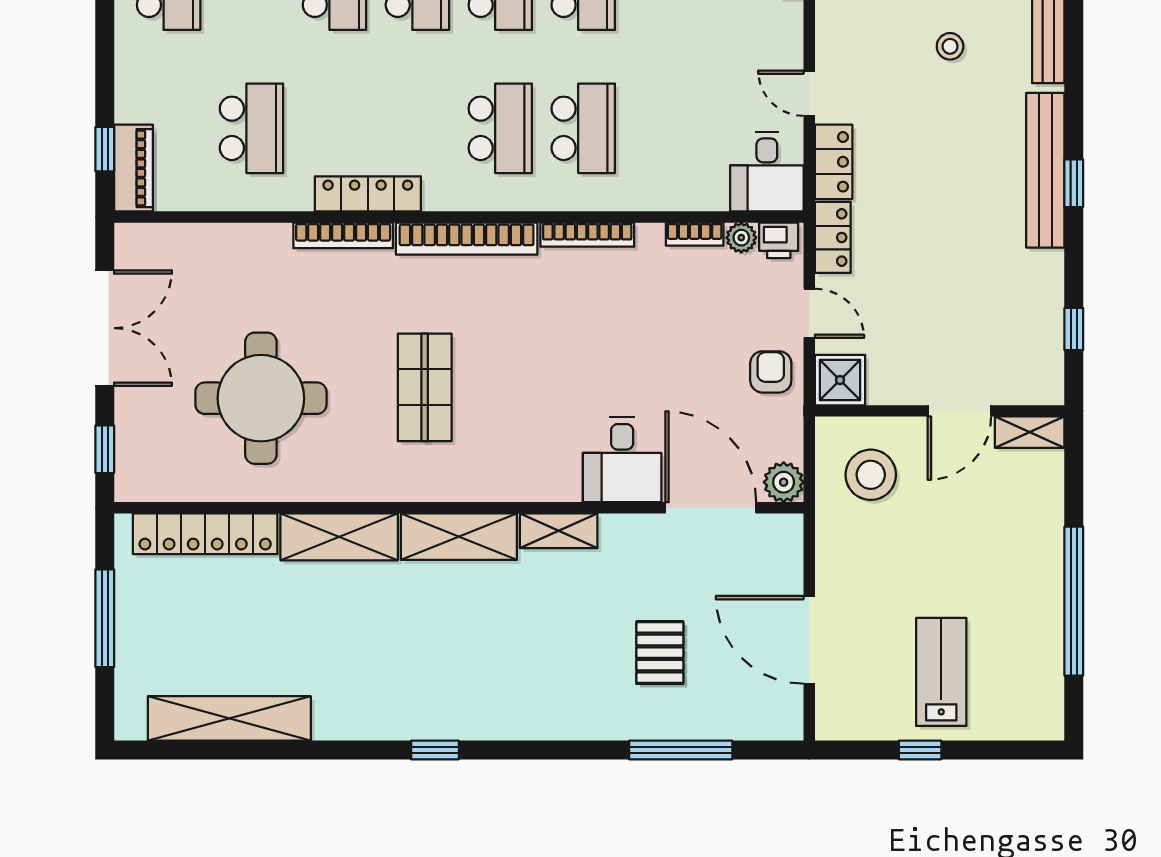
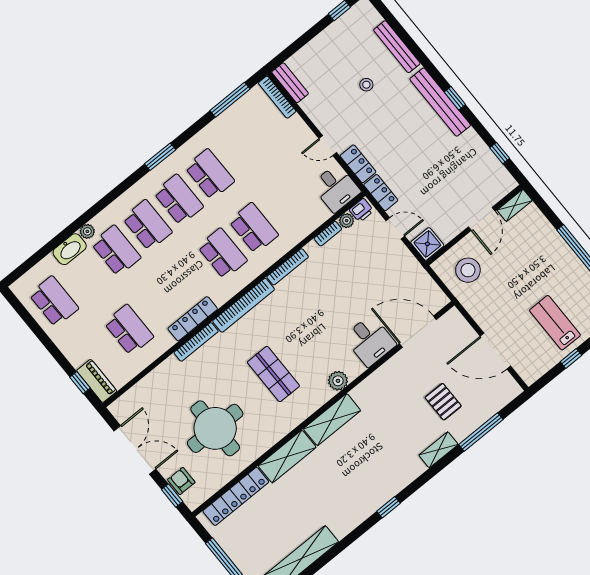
armchair: (771, 372) -> (181, 481), moved
plant: (784, 482) -> (338, 381), moved
shelving: (559, 531) -> (438, 450), moved

